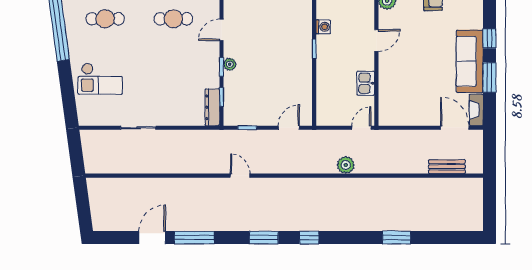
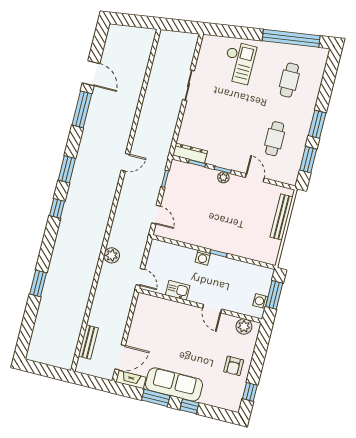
washing machine: (323, 27) -> (203, 258), moved
checkout: (100, 79) -> (239, 63), turned 180

